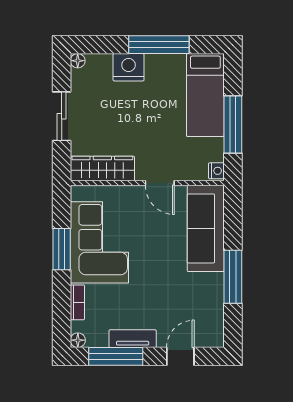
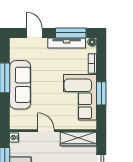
sofa: (206, 228) -> (20, 85), moved
tv unit: (133, 339) -> (67, 43), width x1.41
door: (180, 356) -> (34, 33), swing flipped

